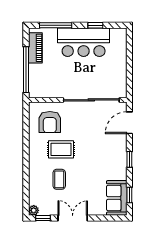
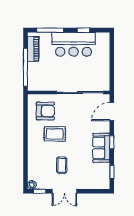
armchair: (50, 122) -> (45, 111), turned -90
coffee table: (59, 179) -> (62, 165), moved
sofa: (117, 198) -> (101, 148), moved
double door: (73, 218) -> (64, 191), swing flipped

